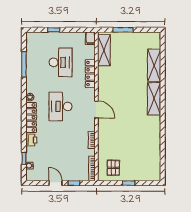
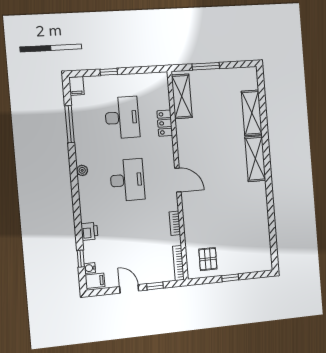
filing cabinet: (90, 38) -> (76, 86), moved
locker: (90, 73) -> (165, 123), width x0.66
desk: (61, 106) -> (127, 180), turned 180
locker: (31, 118) -> (86, 199), removed
filing cabinet: (32, 175) -> (95, 281), added

